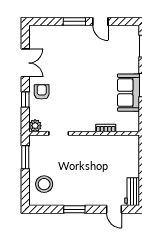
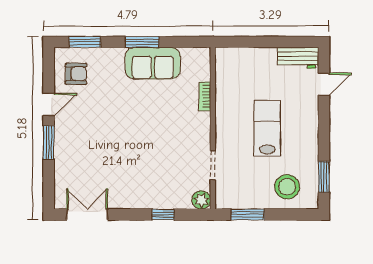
double door: (25, 63) -> (87, 215), moved
armchair: (42, 92) -> (76, 74), moved, turned 180
lab bench: (84, 171) -> (267, 128), added
window: (74, 209) -> (324, 177), moved

